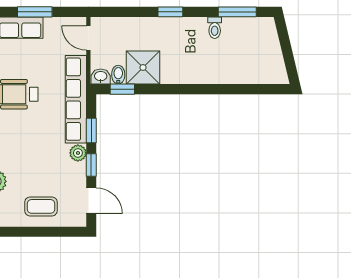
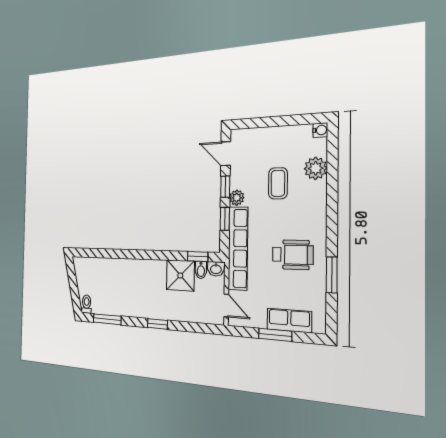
toilet: (215, 28) -> (87, 304), moved
coffee table: (41, 206) -> (278, 183), moved, turned 90

